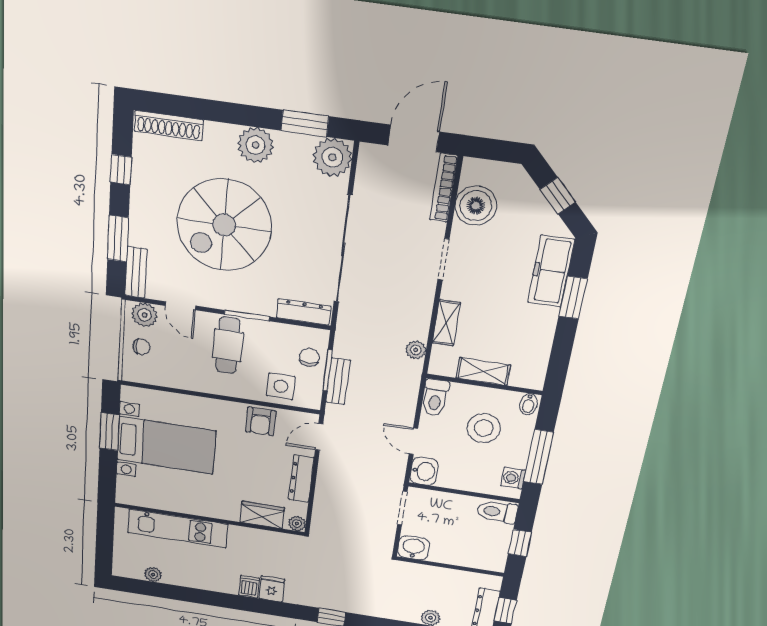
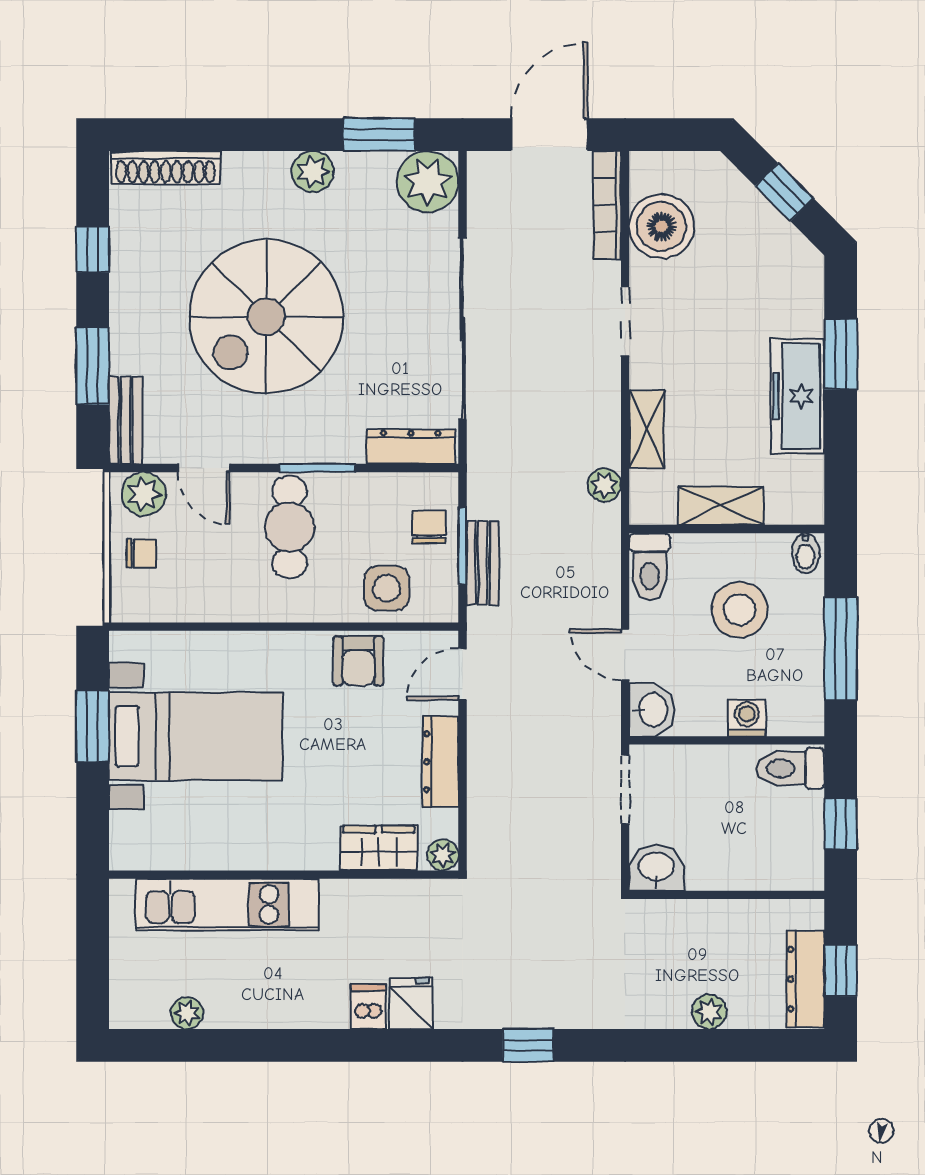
plant: (256, 145) -> (313, 172), width x0.73, depth x0.73
freezer: (551, 271) -> (798, 396), moved
washing machine: (513, 478) -> (747, 718), moved, turned 90

